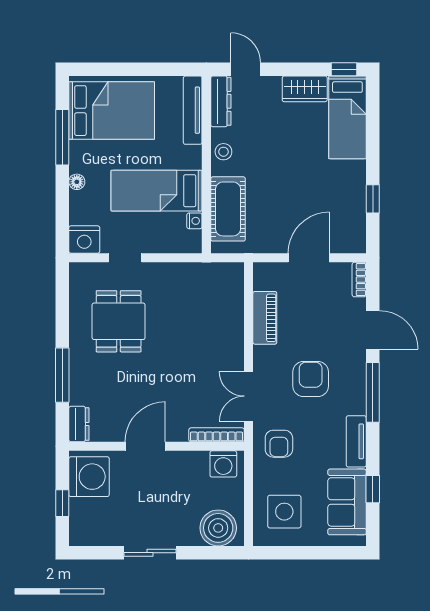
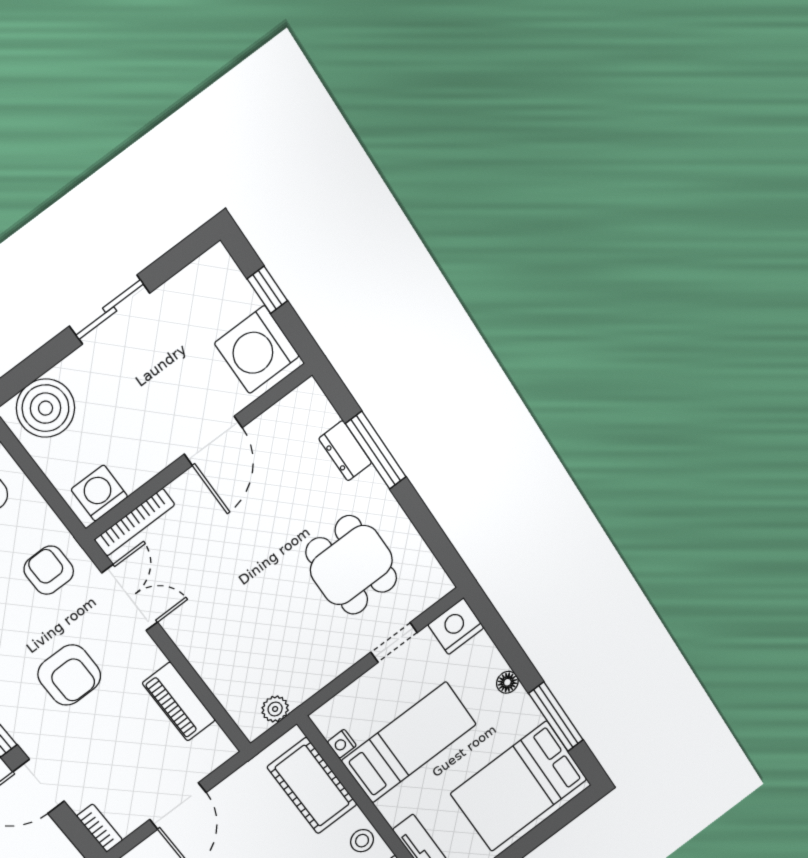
plant: (217, 272) -> (275, 709), added
dresser: (79, 424) -> (345, 451), moved

